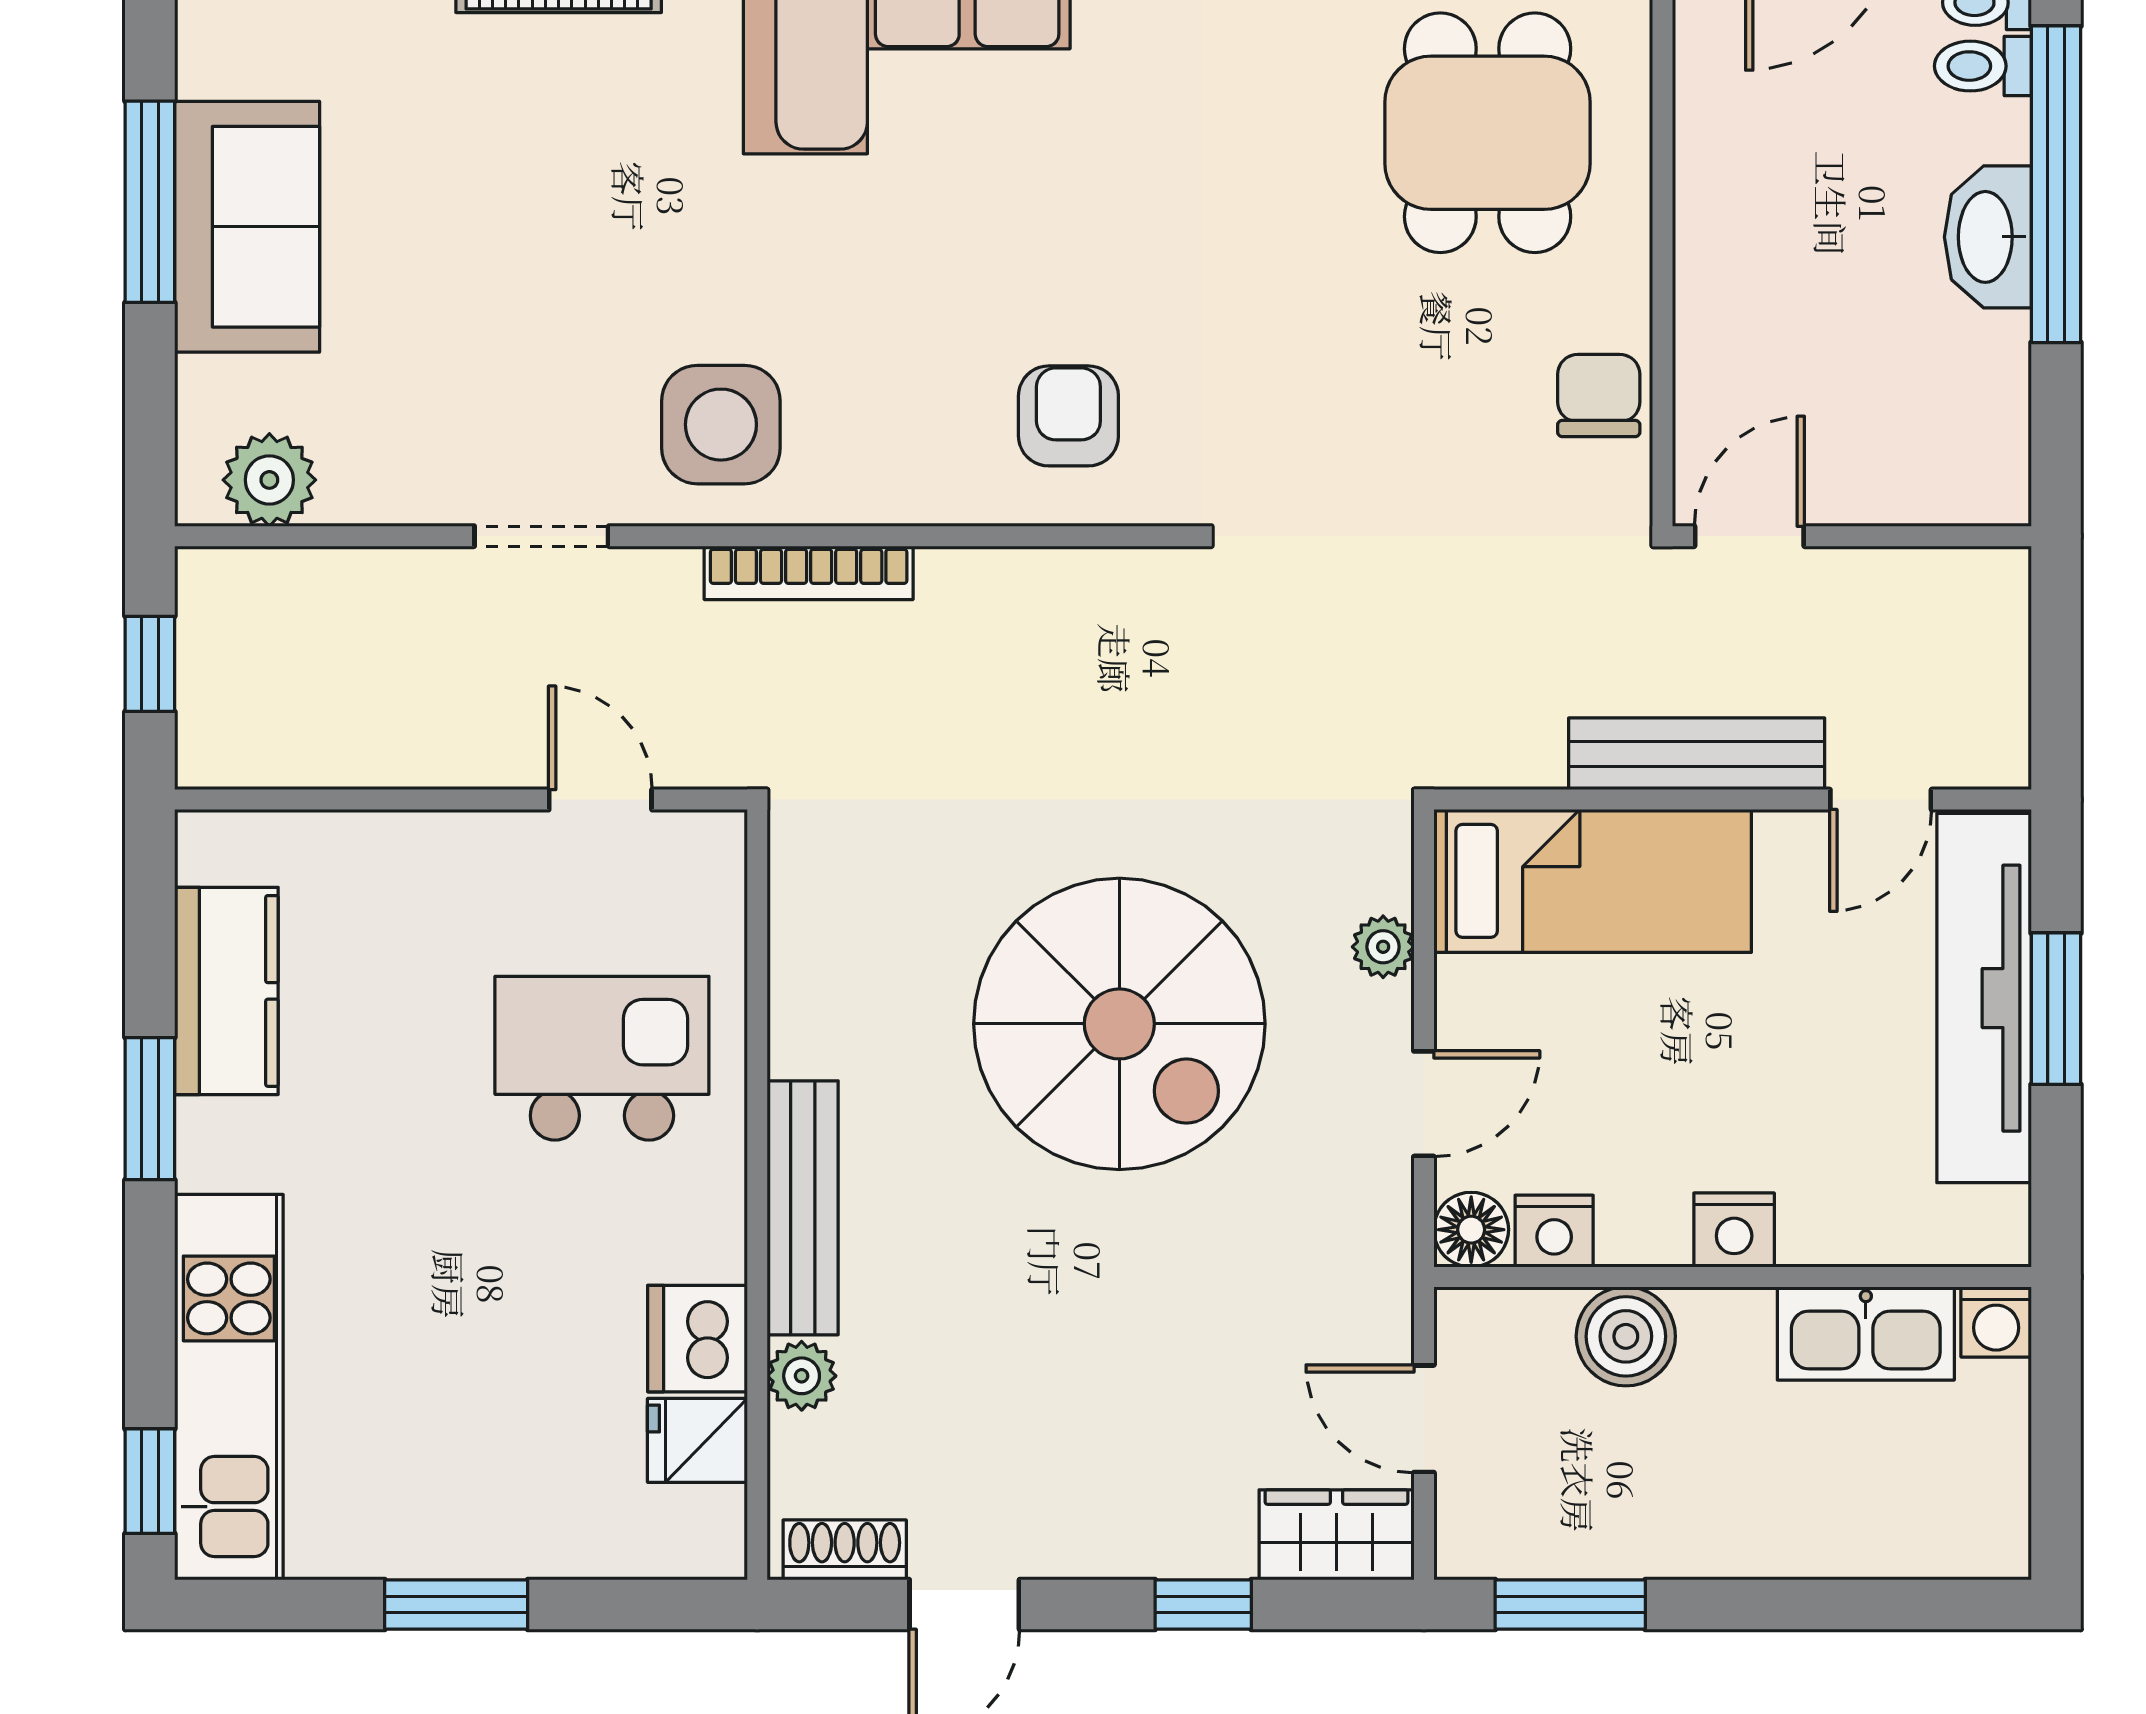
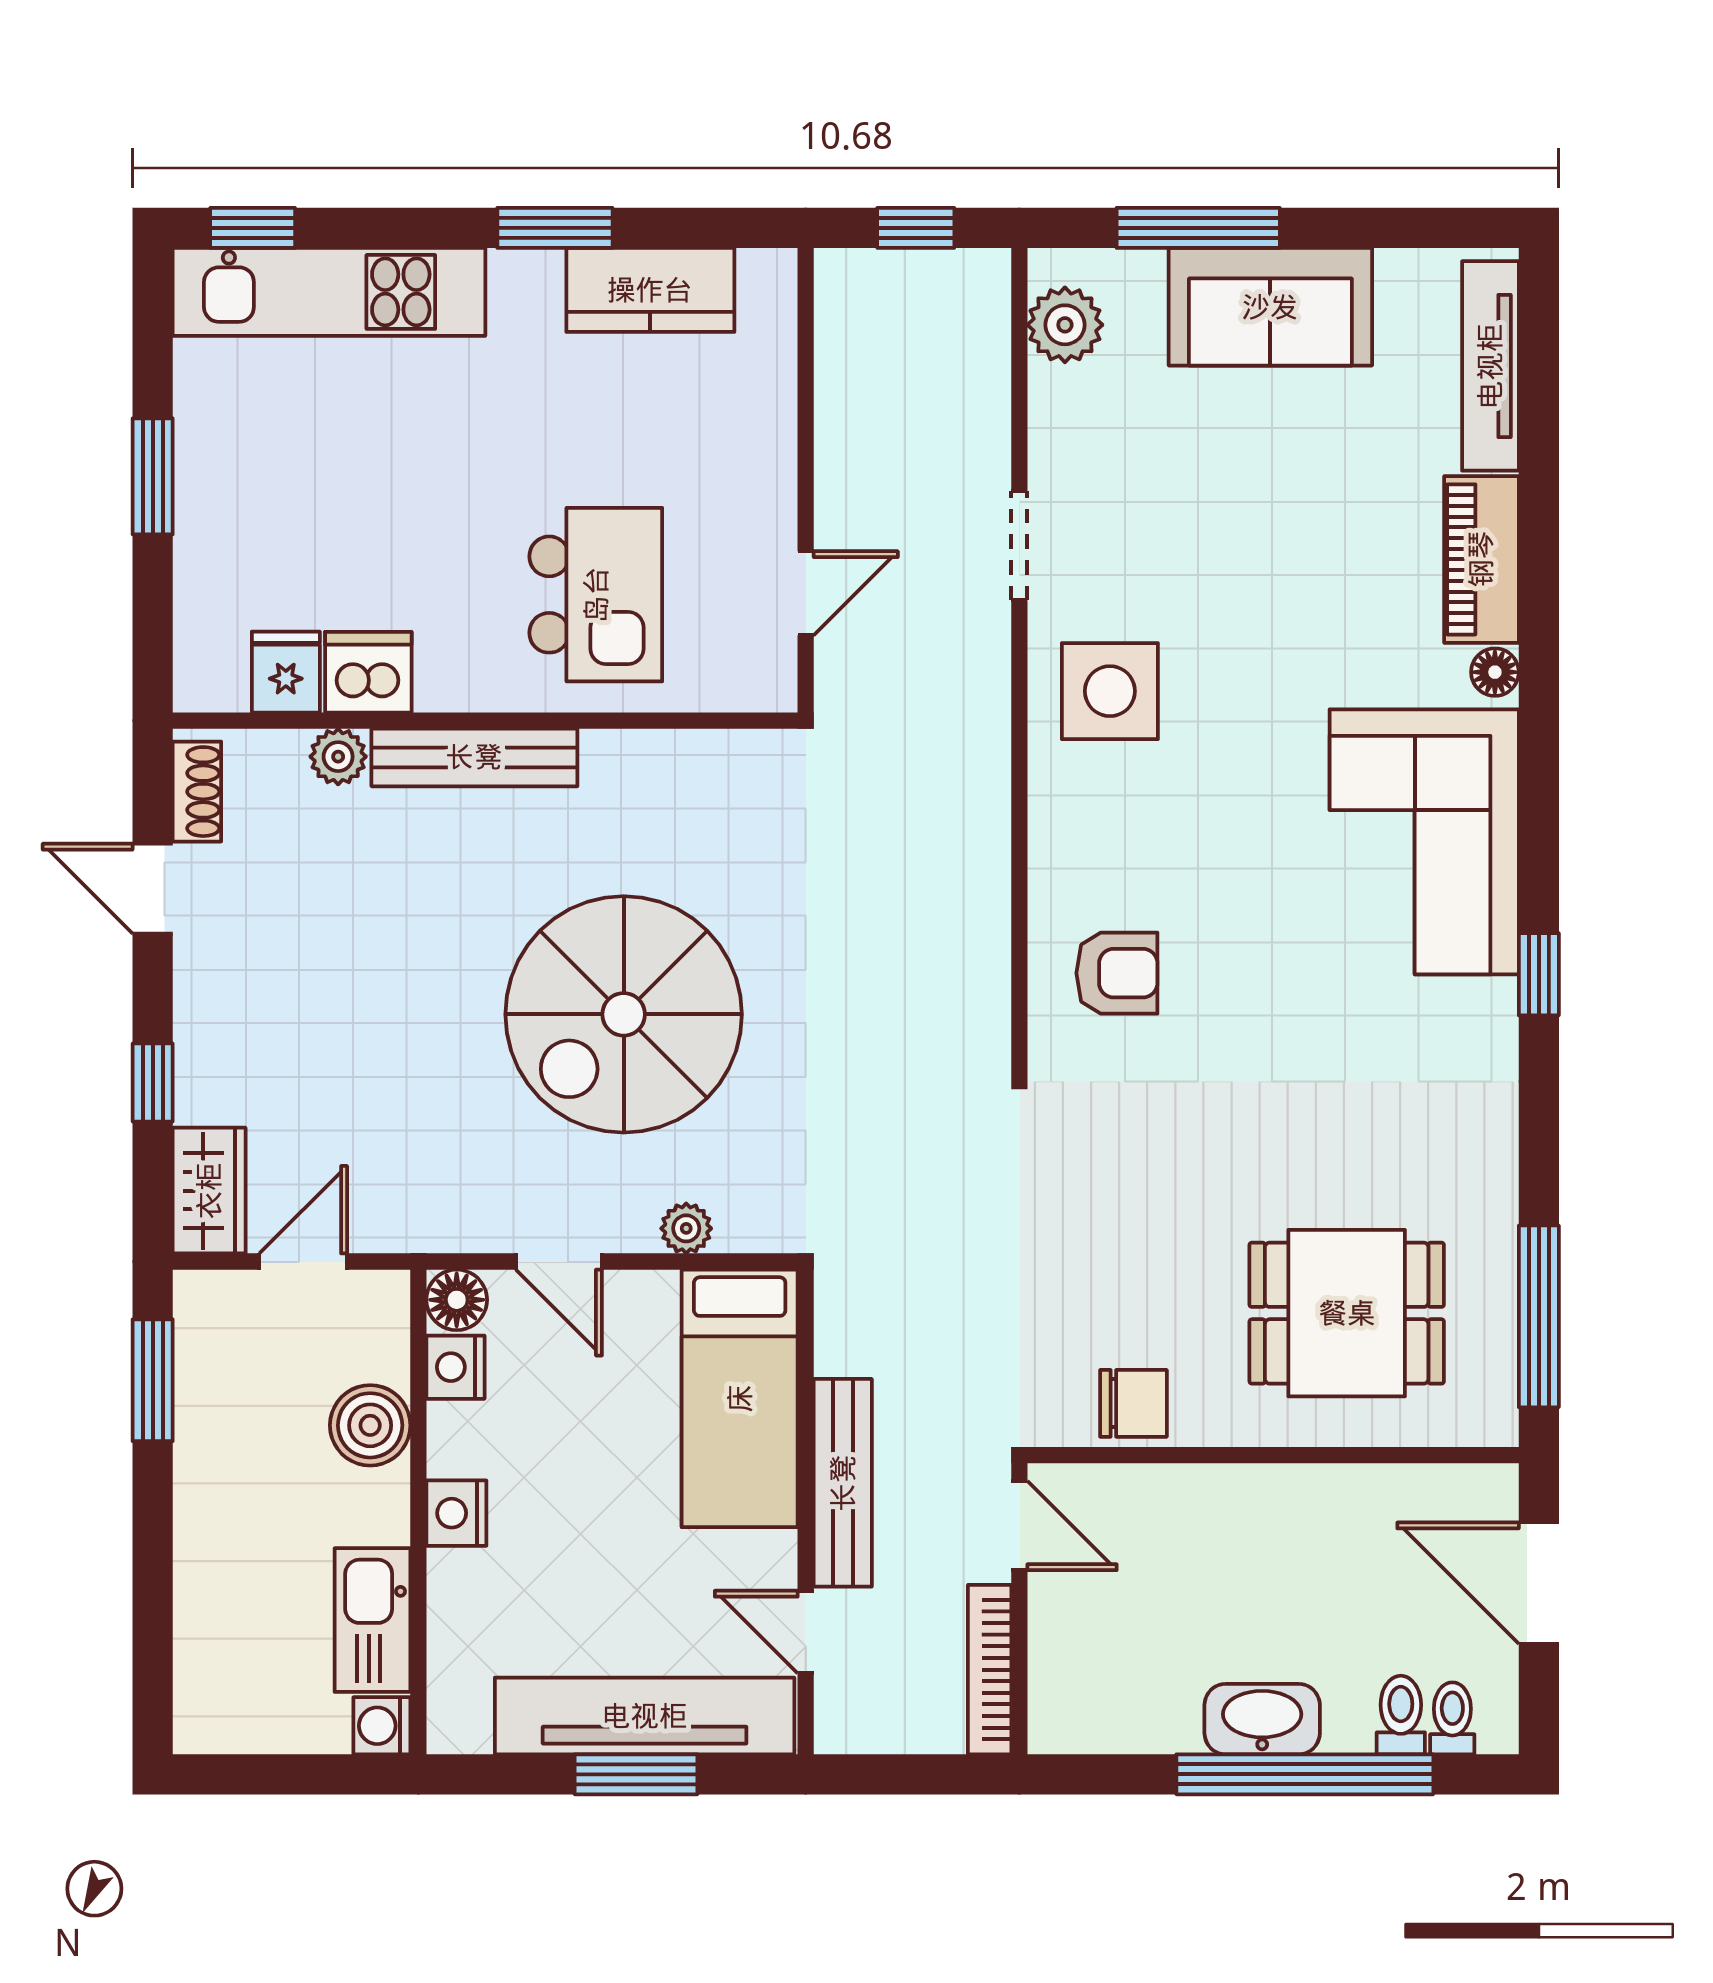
window: (150, 202) -> (1198, 228), moved
bookcase: (809, 573) -> (990, 1670), moved

